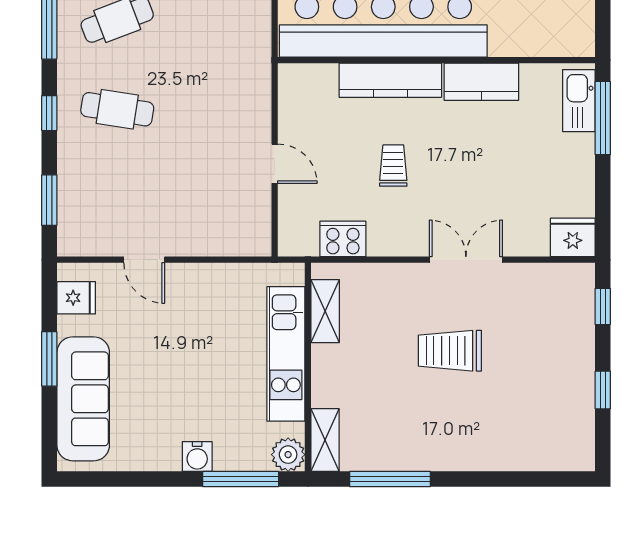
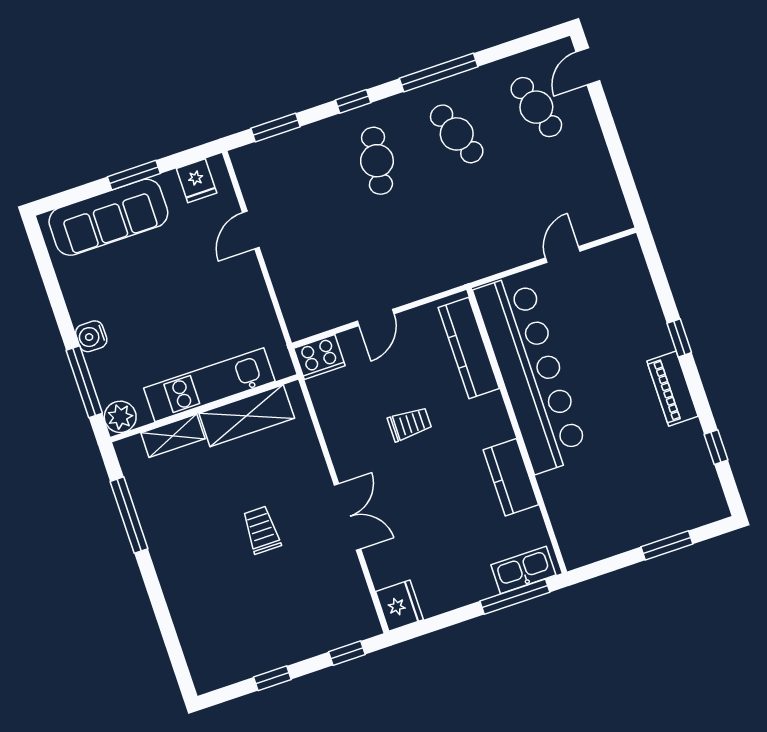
kitchen counter: (390, 80) -> (469, 348), moved
cooker: (343, 239) -> (319, 357), moved, turned 90
shelving: (325, 311) -> (247, 416), width x1.50, depth x1.33
trolley: (450, 351) -> (262, 530), width x0.73, depth x0.72
shelving: (325, 440) -> (173, 436), moved

